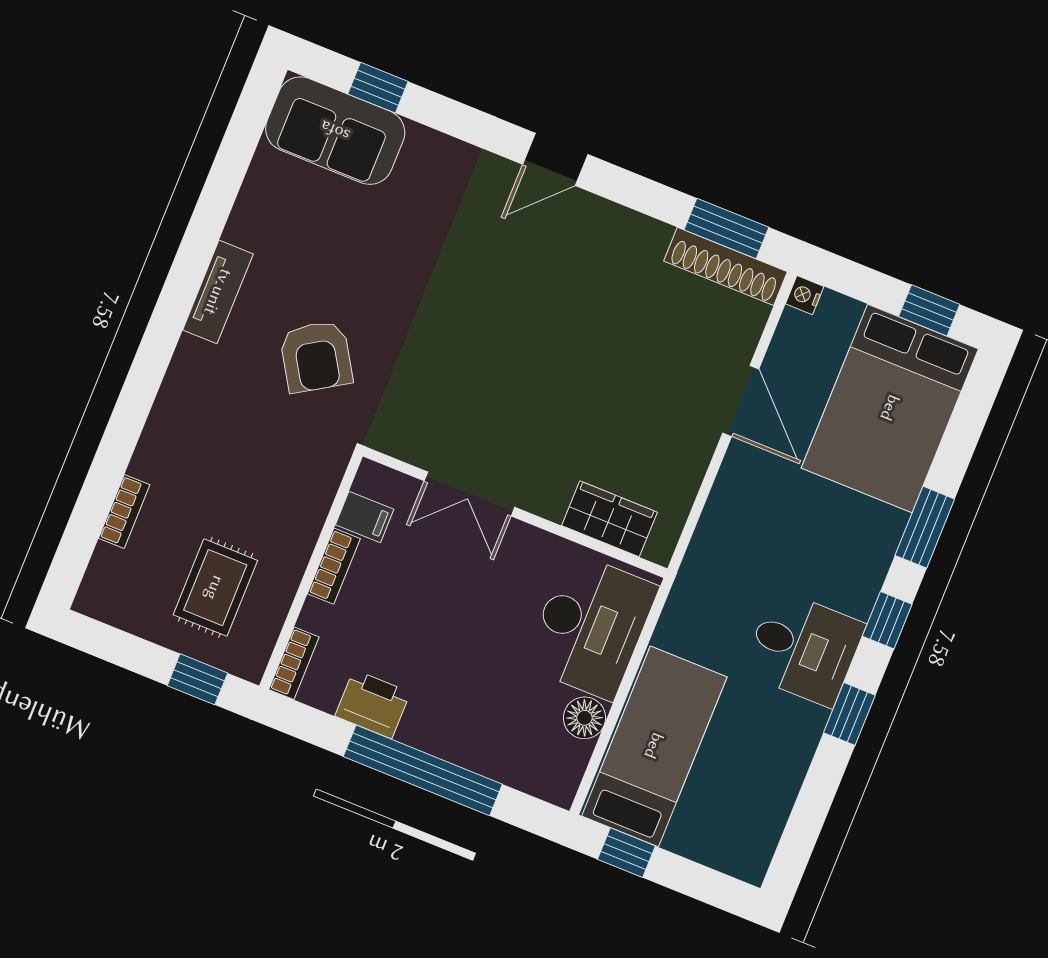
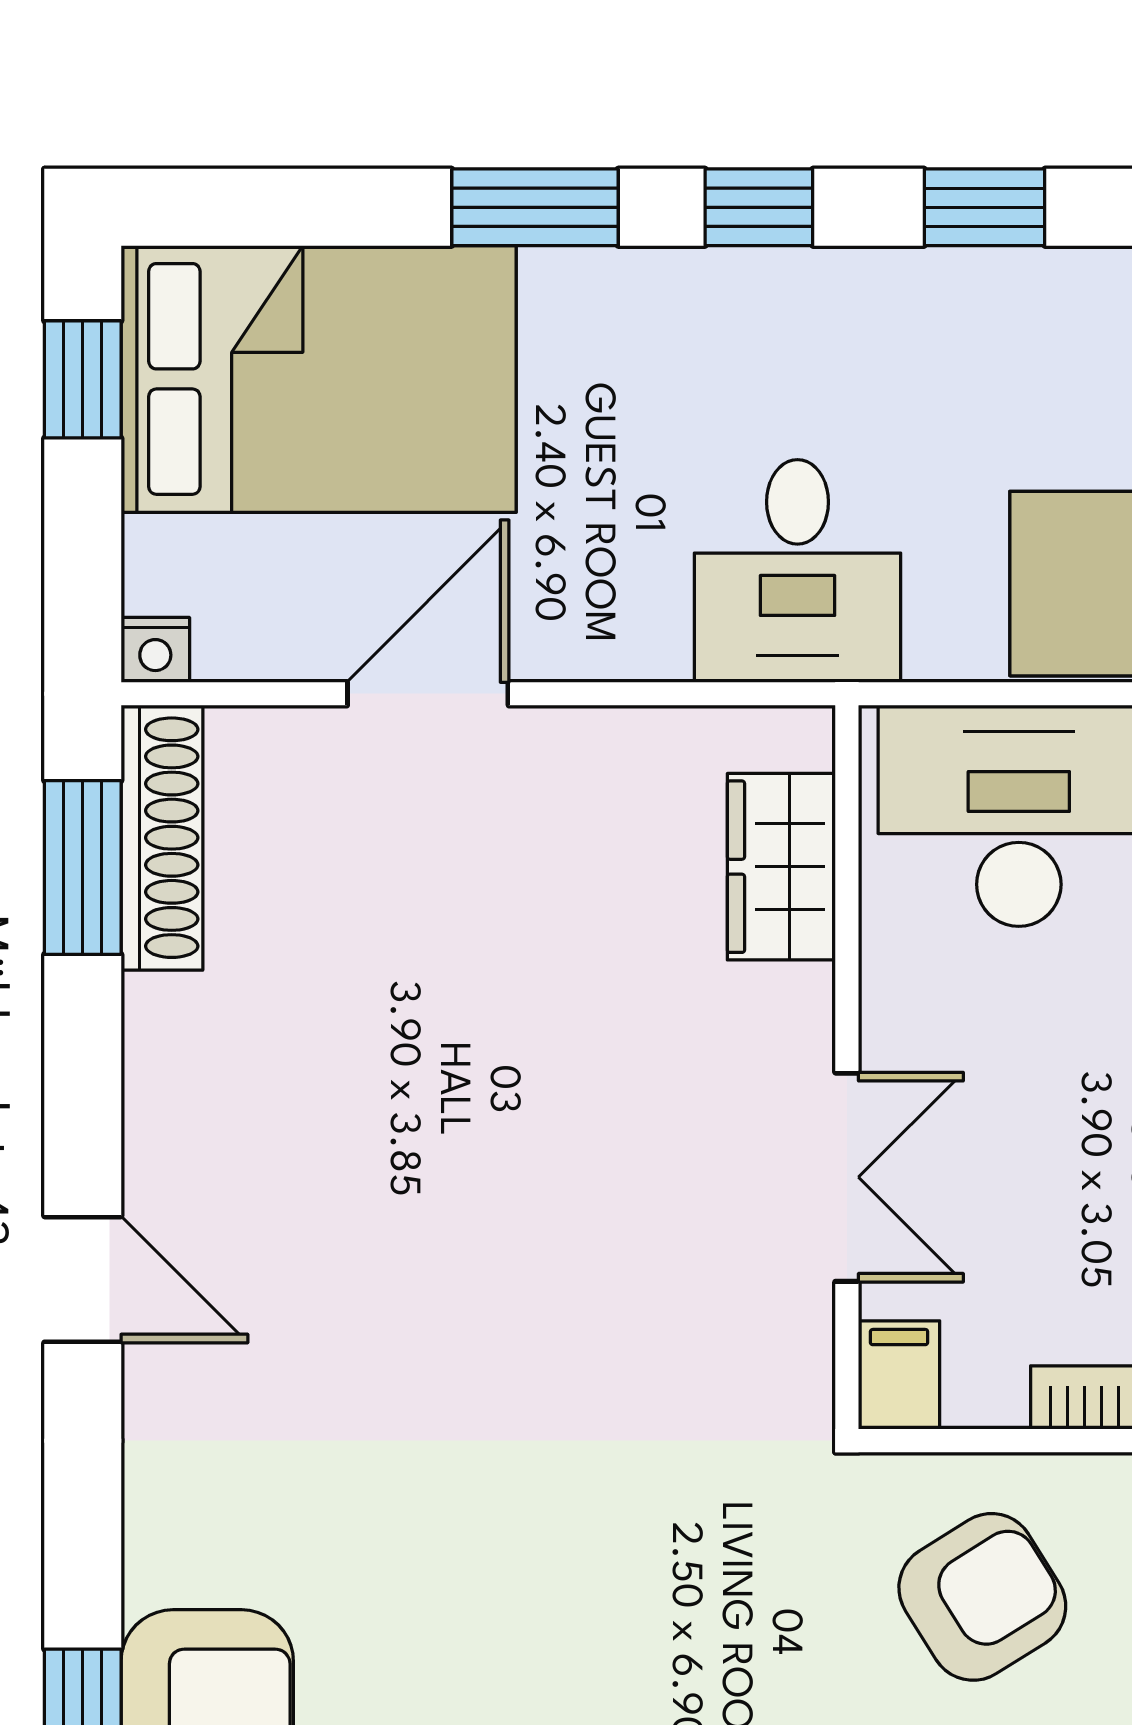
armchair: (316, 357) -> (982, 1597), moved
filing cabinet: (365, 517) -> (899, 1375), moved
desk: (804, 648) -> (797, 571), moved, turned 180

